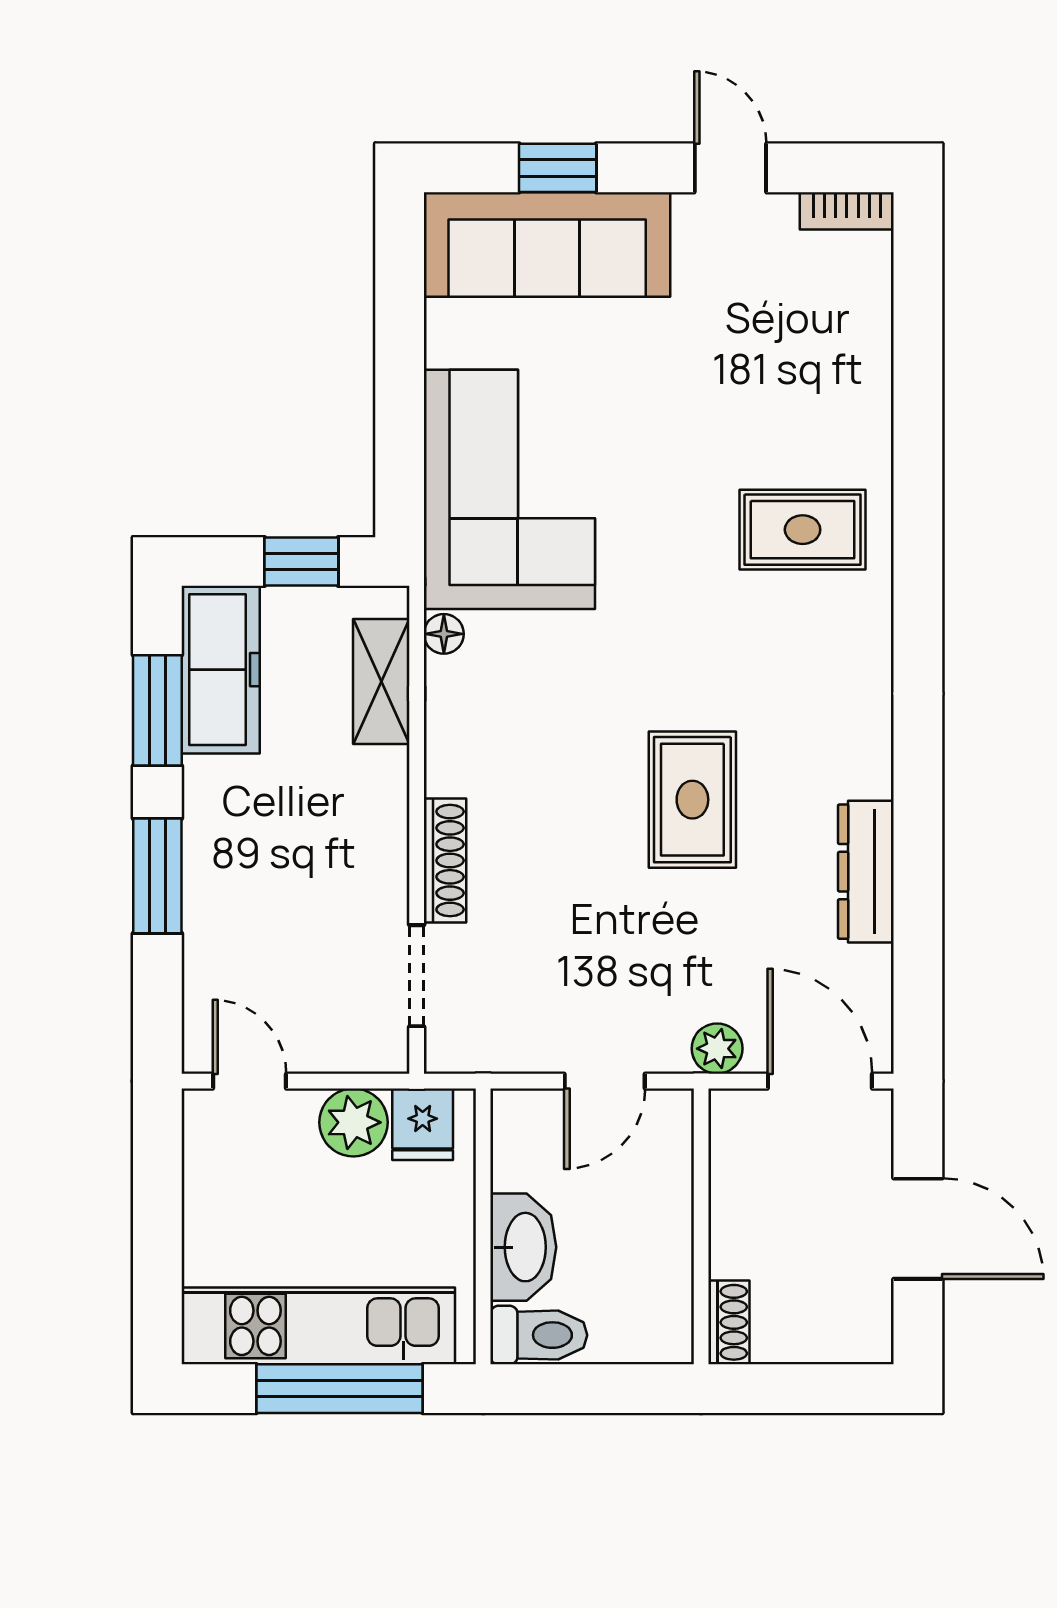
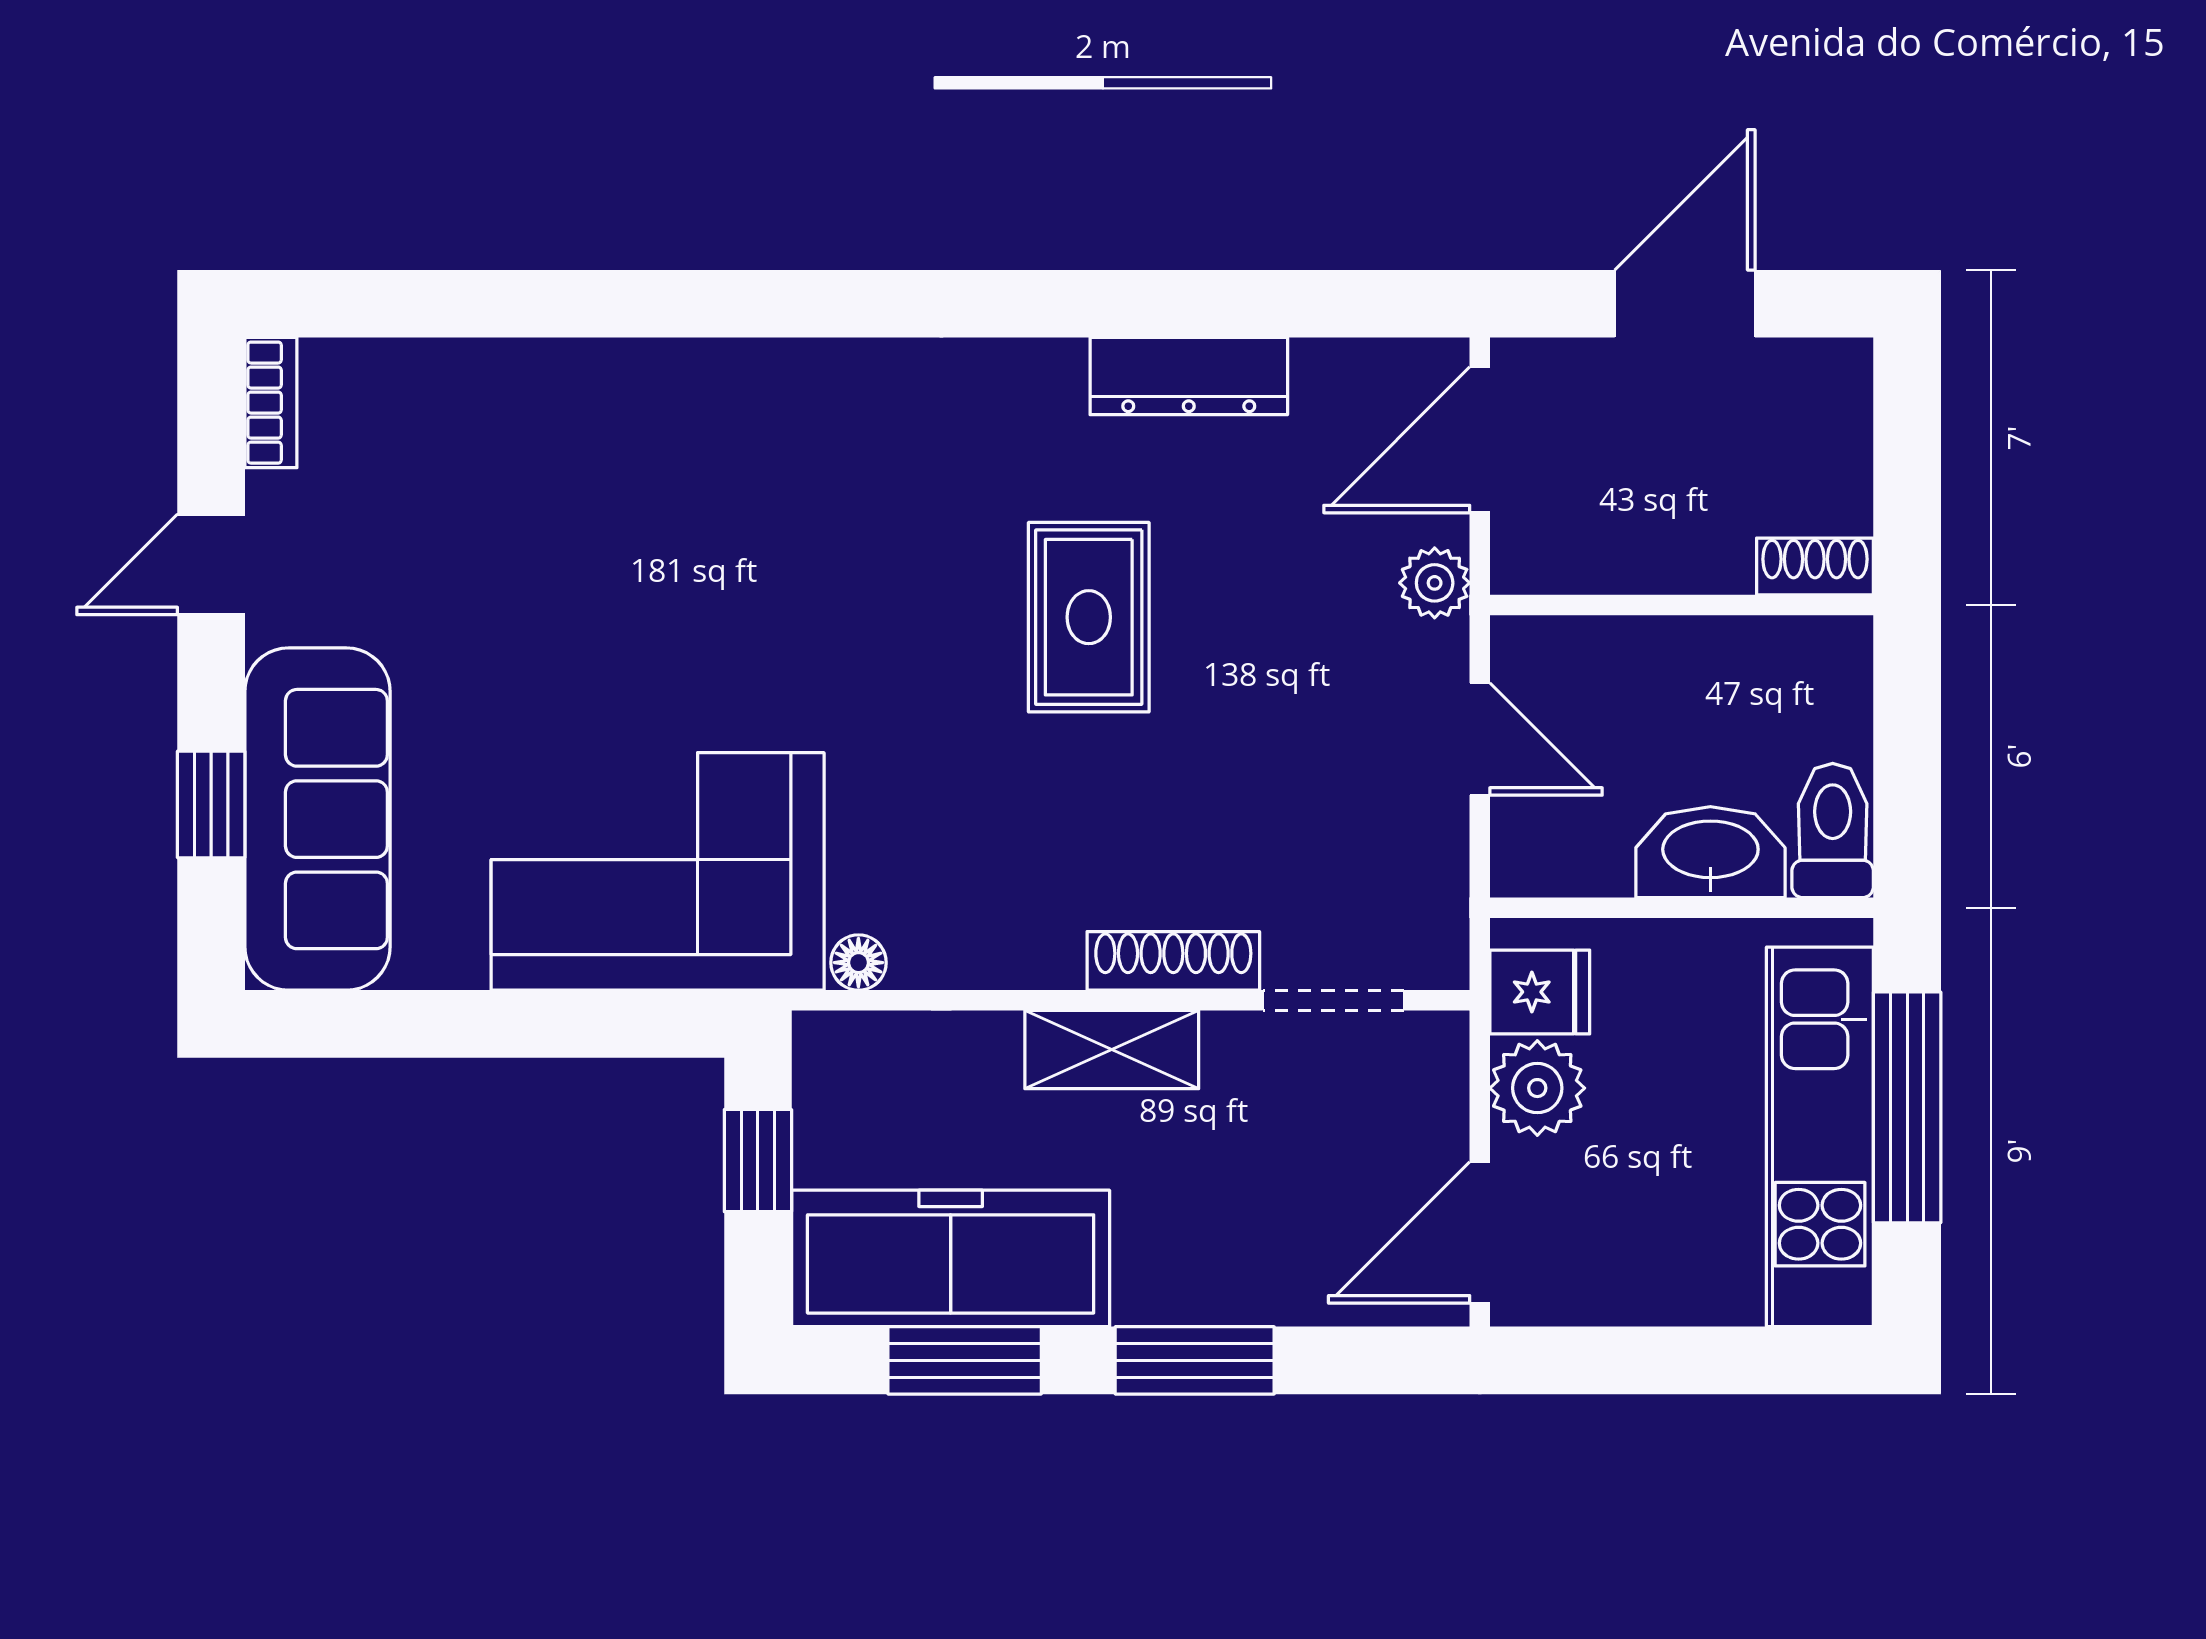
rug: (803, 530) -> (714, 464), removed
freezer: (221, 670) -> (951, 1258), width x1.36, depth x1.26
shelving: (381, 682) -> (1112, 1050), moved
rug: (692, 800) -> (1089, 617), turned 90
door: (249, 1081) -> (1480, 1233), width x1.38

